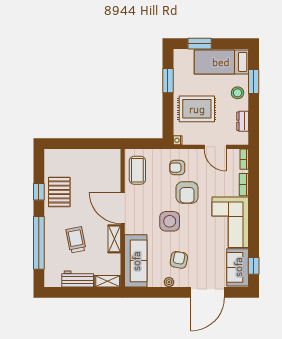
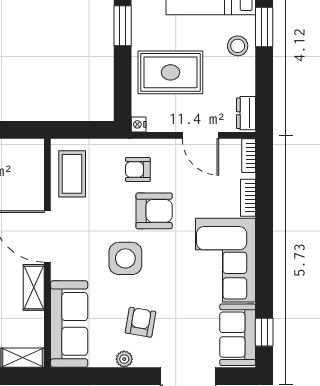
dresser: (243, 121) -> (246, 113), moved
armchair: (187, 193) -> (154, 211), turned -90

